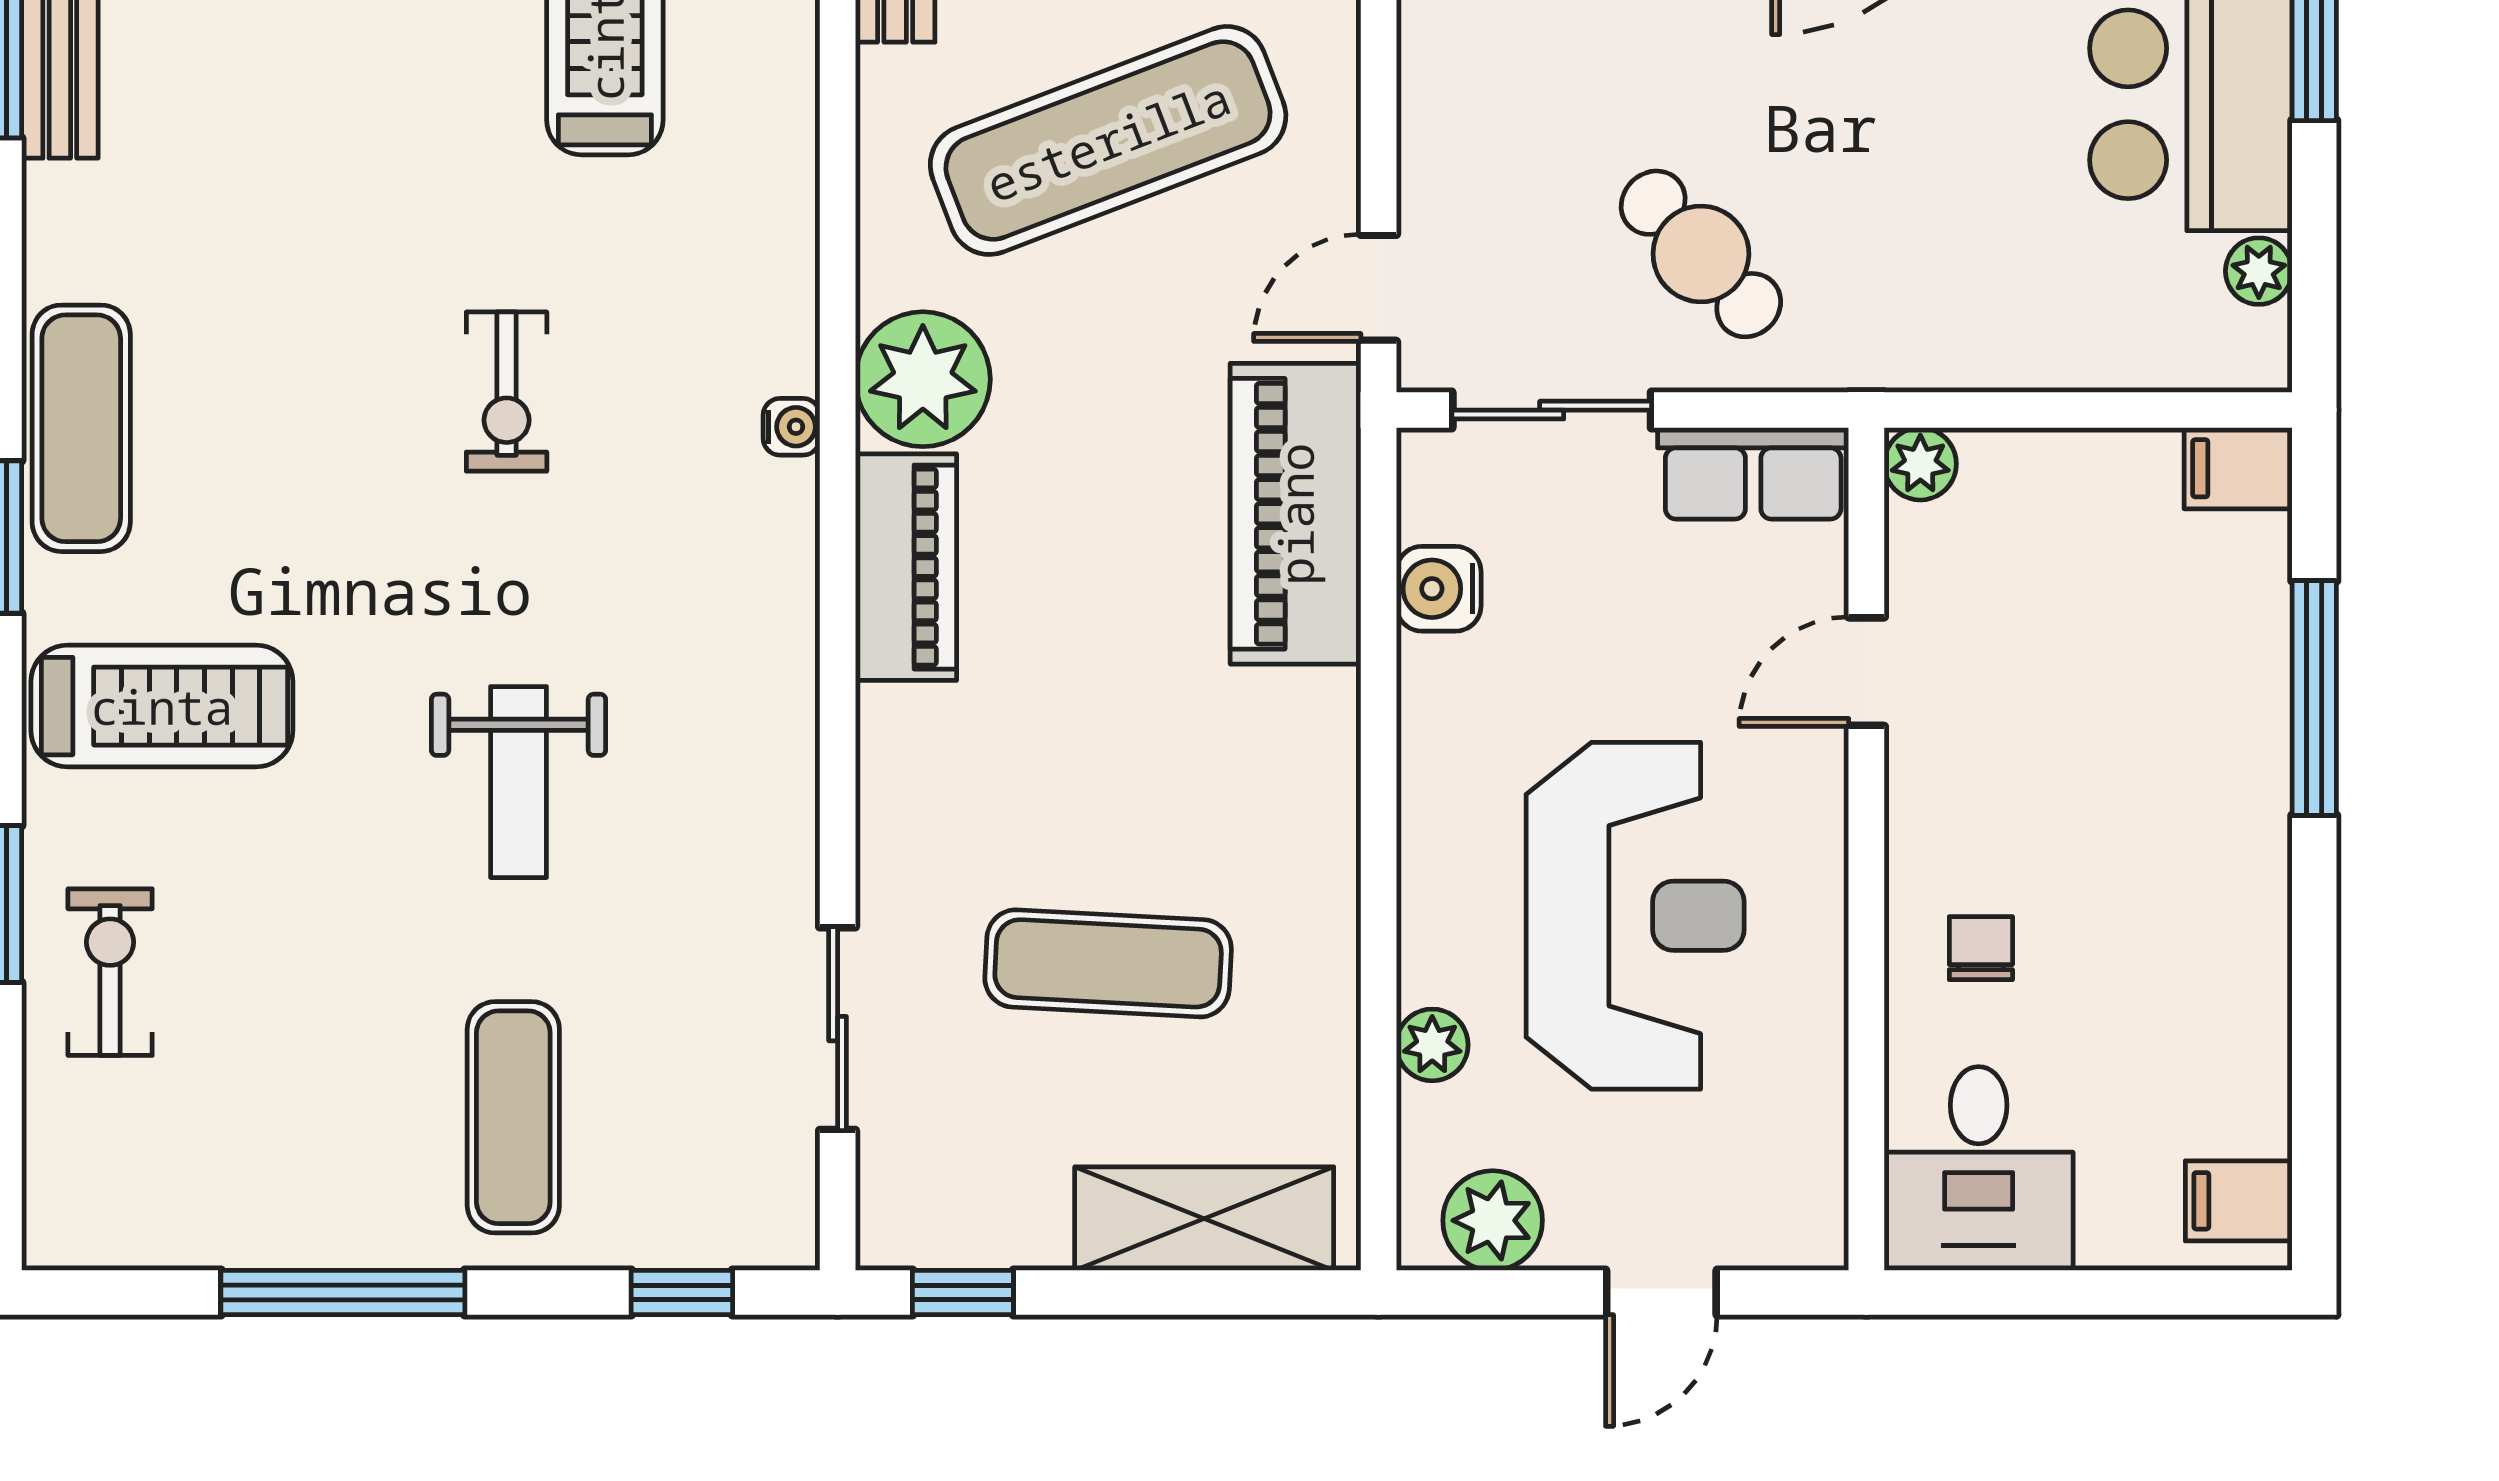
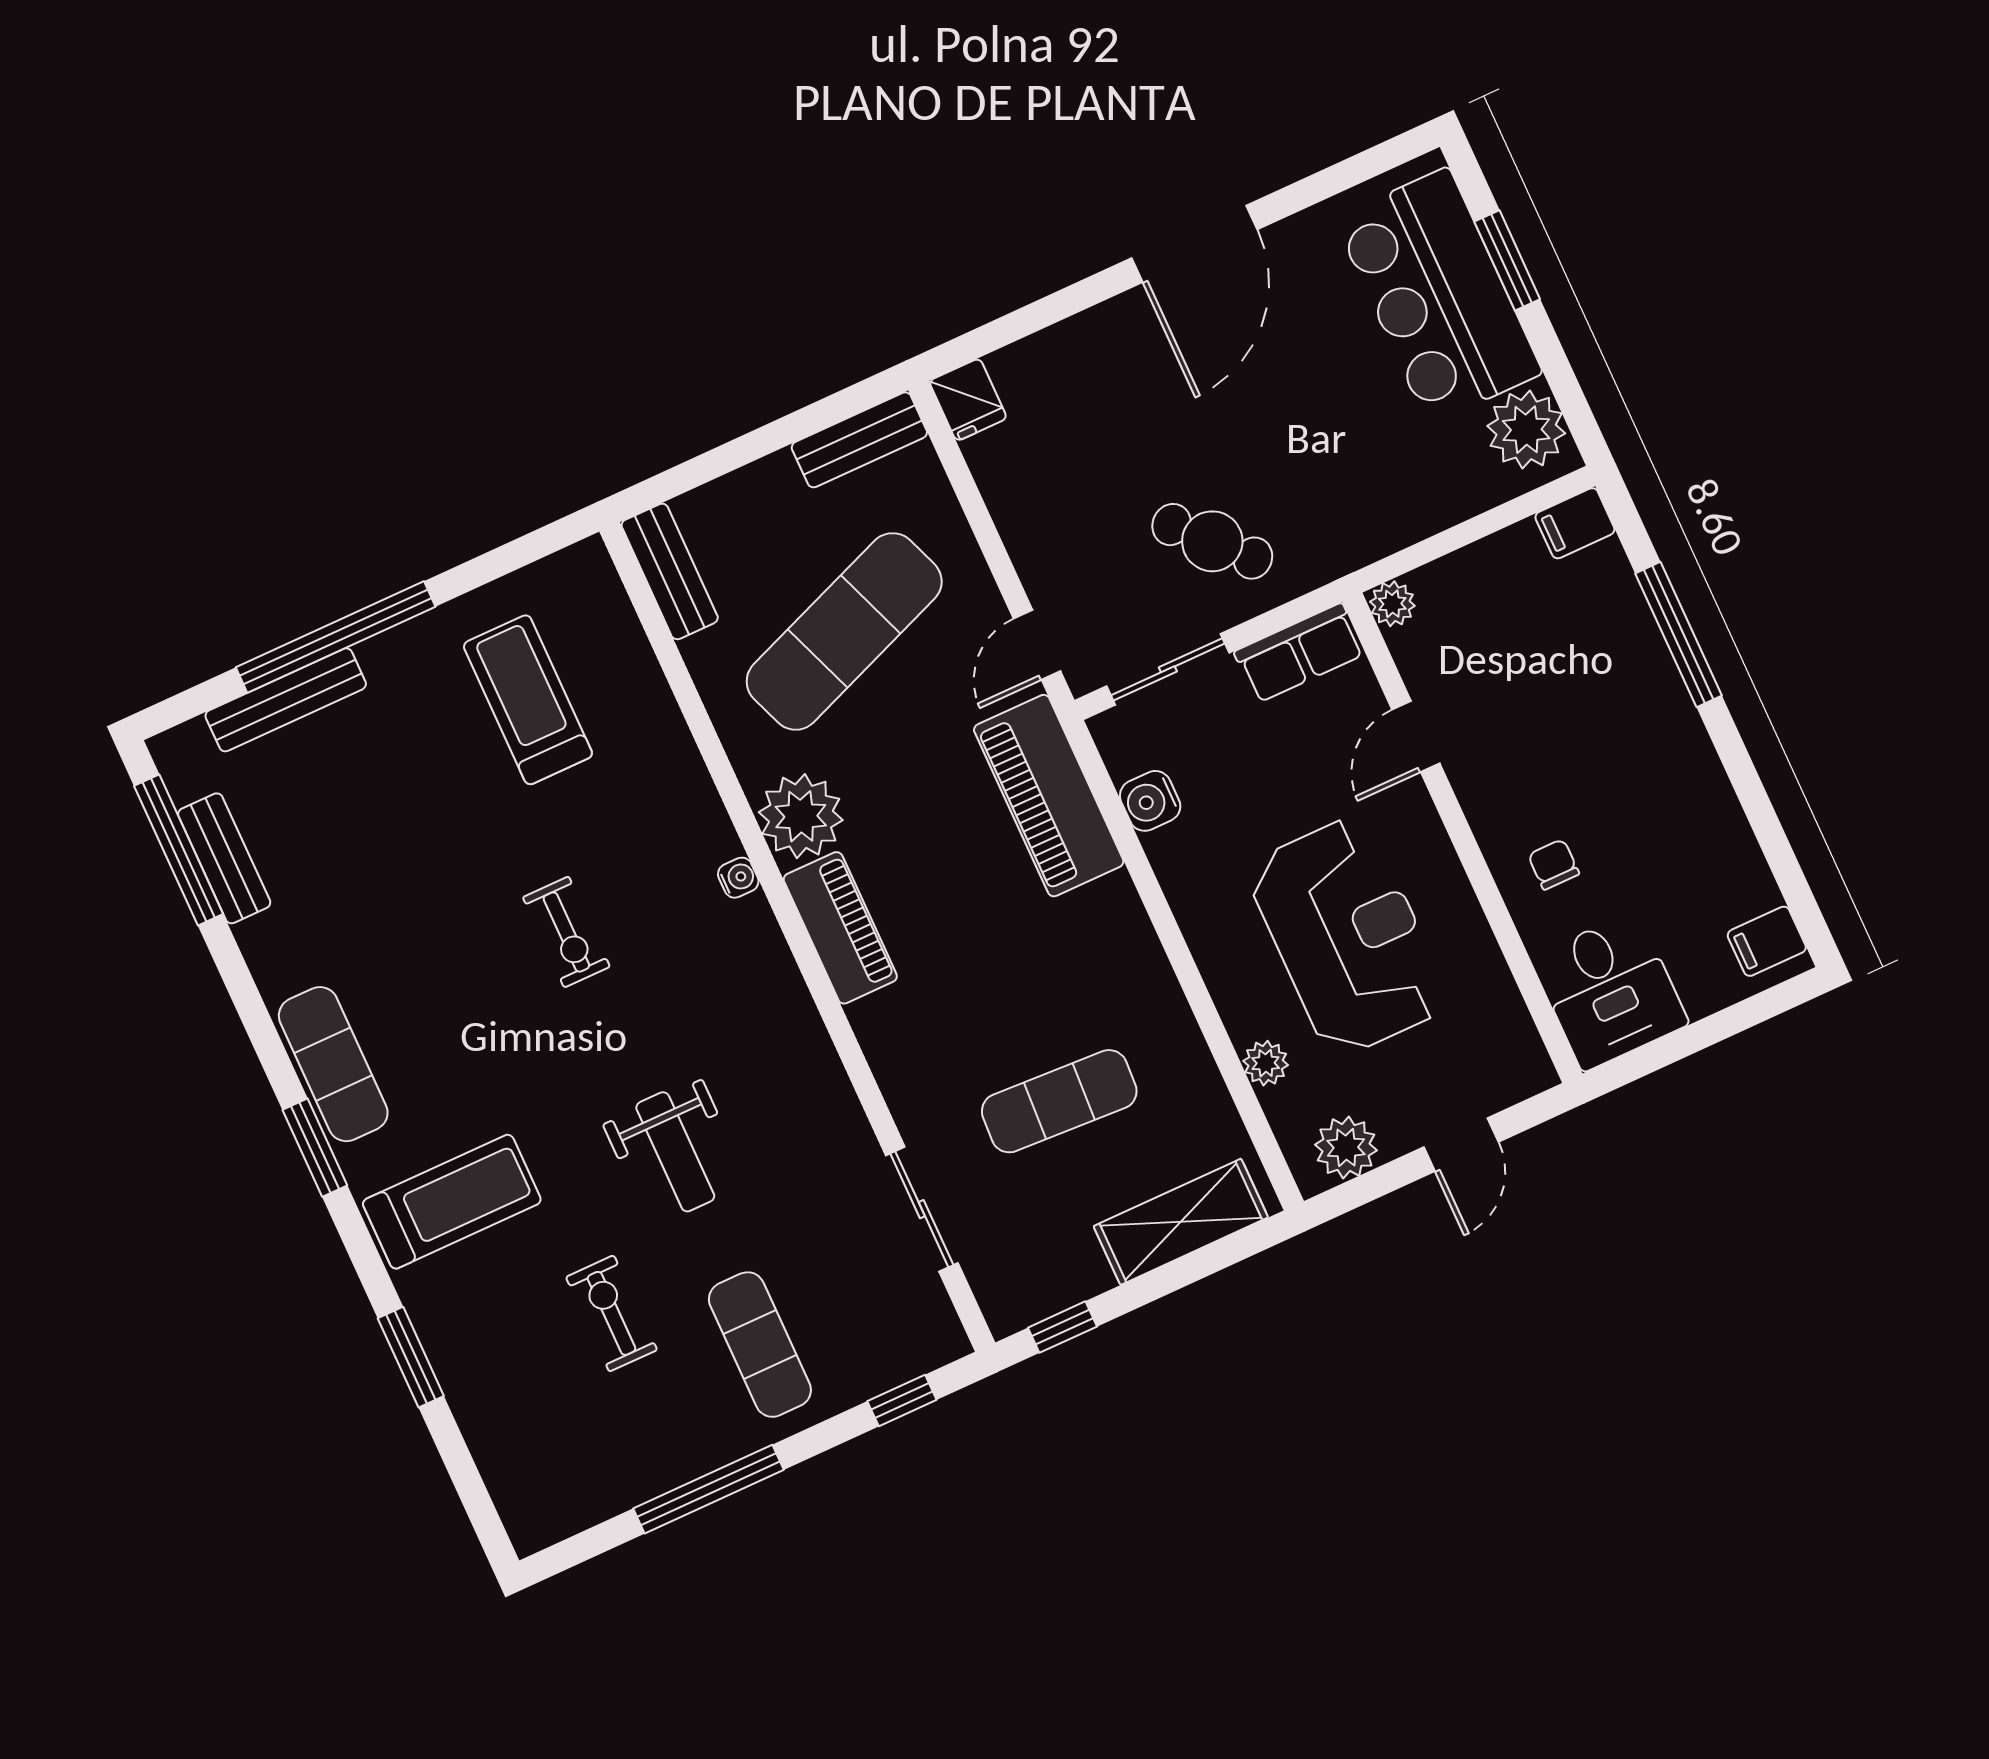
plant: (2259, 271) -> (1526, 430), width x1.87, depth x1.87
exercise bike: (110, 972) -> (611, 1313), moved

